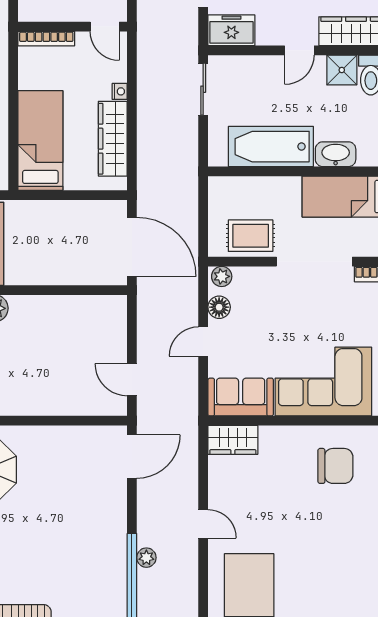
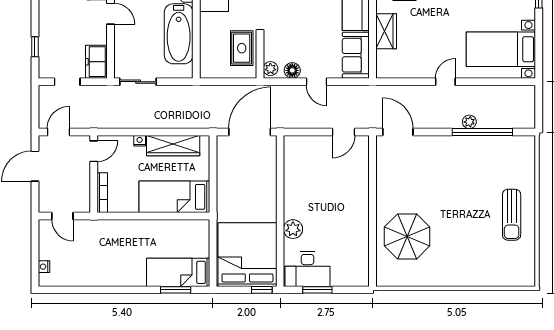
wardrobe: (233, 440) -> (386, 31), moved

